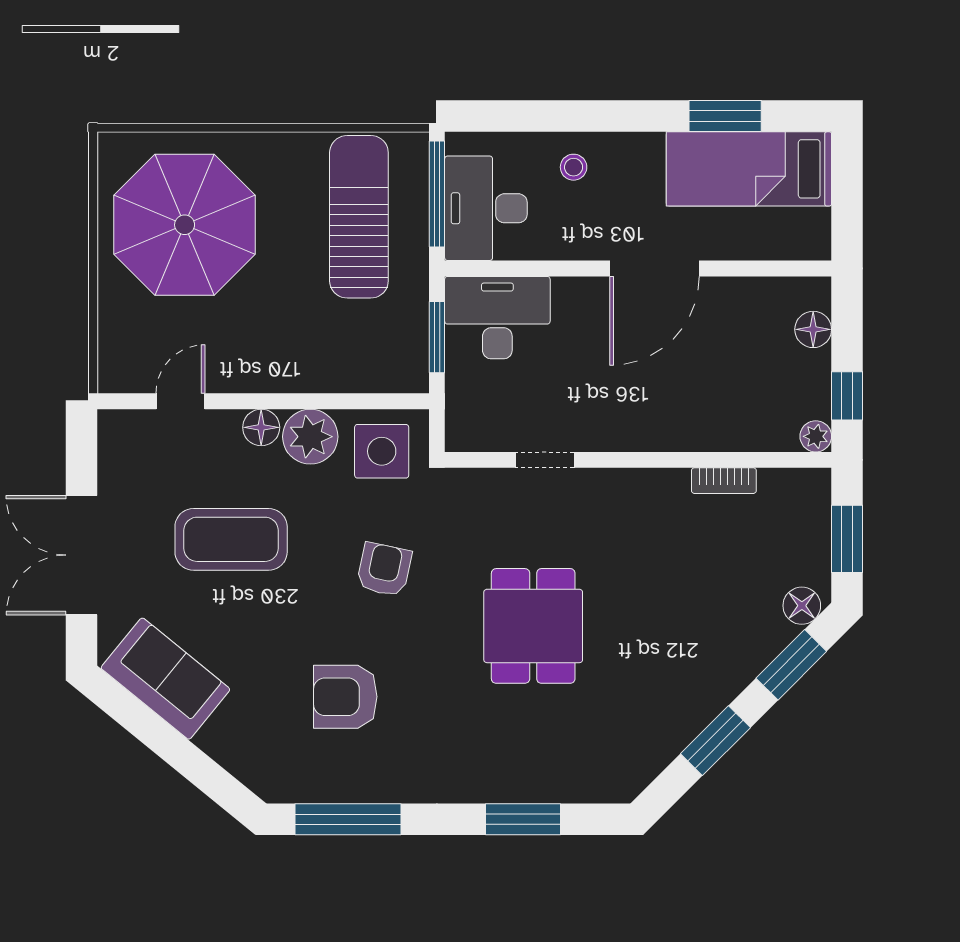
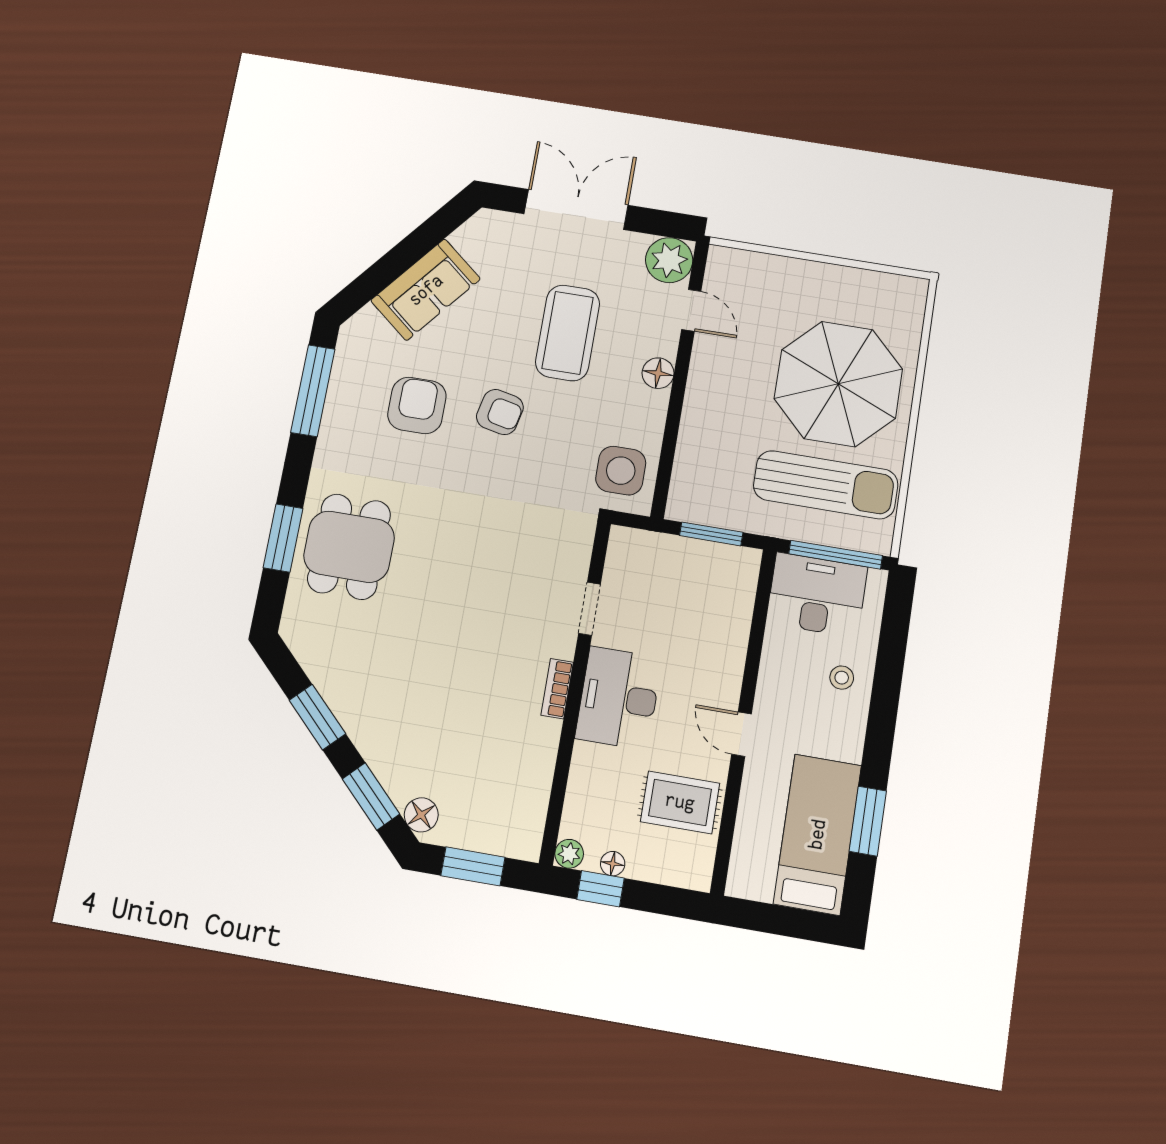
parasol: (185, 225) -> (838, 384), moved
door: (654, 268) -> (742, 734), width x0.53
desk: (497, 318) -> (619, 698), moved, turned 180
rug: (740, 324) -> (680, 802), added
floor lamp: (813, 329) -> (613, 864), moved, width x0.73, depth x0.73
plant: (310, 437) -> (669, 260), moved
bookcase: (724, 481) -> (557, 689), moved
armchair: (384, 570) -> (500, 412), moved
dining table: (533, 626) -> (349, 547), moved, turned 90
sofa: (165, 679) -> (426, 290), moved

